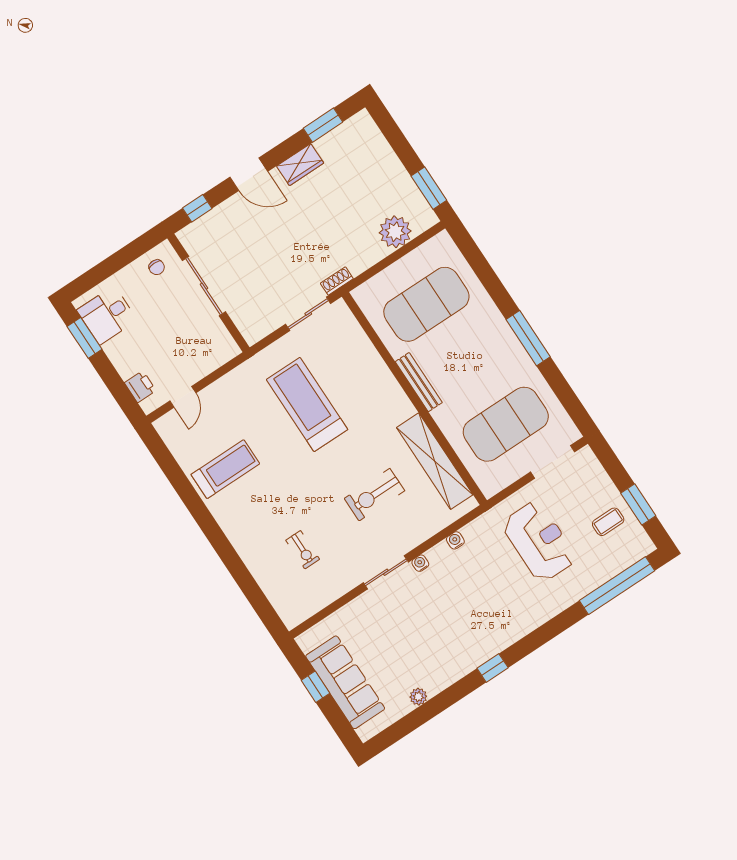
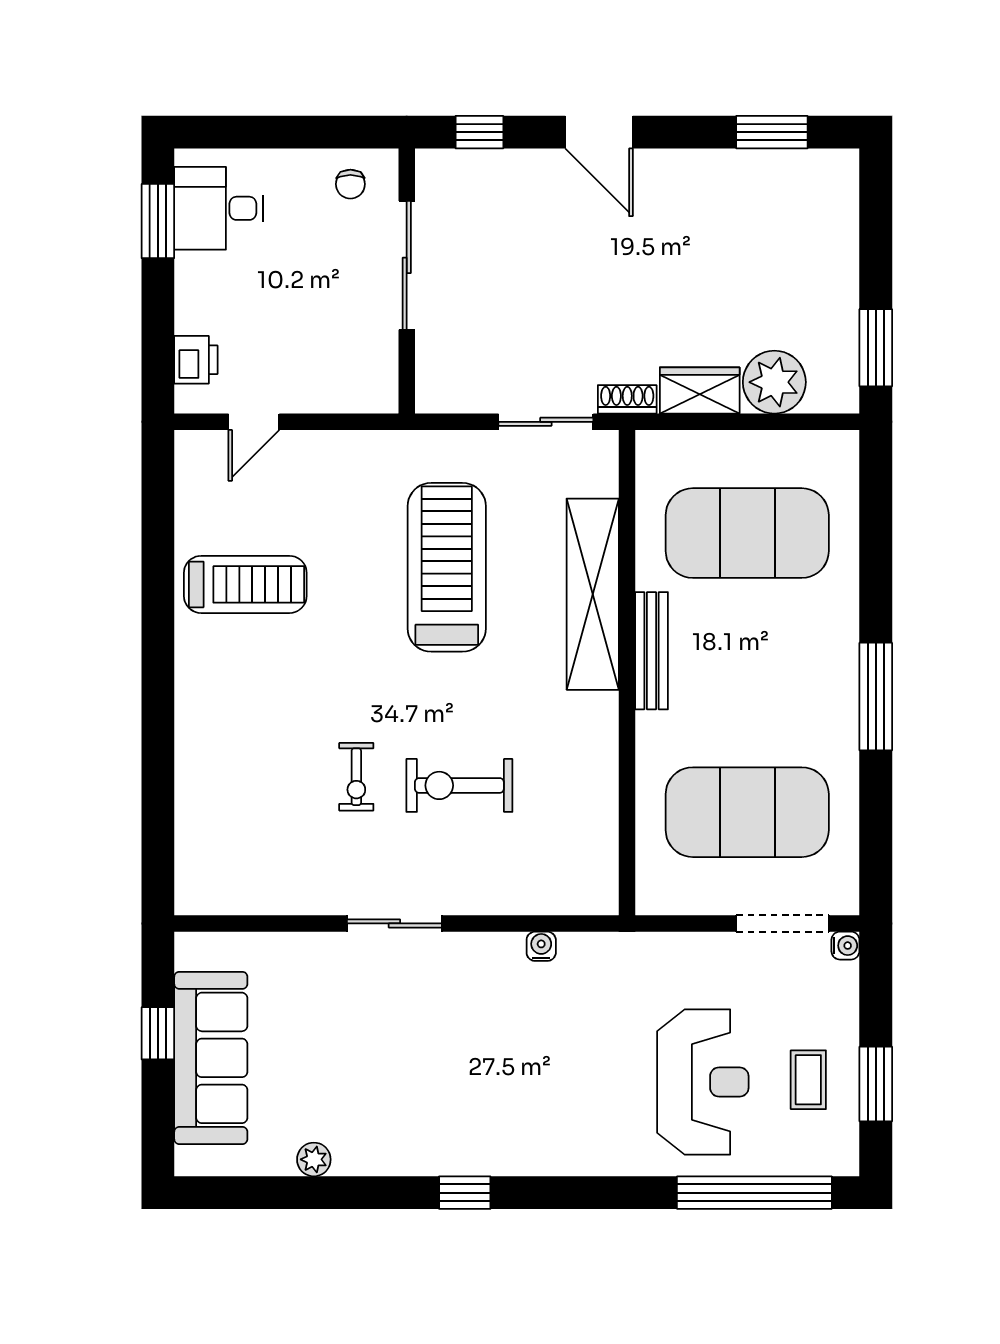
wardrobe: (300, 165) -> (700, 390), moved, turned 180
shelving: (435, 461) -> (593, 594), moved
coffee table: (608, 522) -> (808, 1080), turned 90
reception desk: (539, 541) -> (703, 1082), moved
exercise bike: (303, 550) -> (356, 777), moved
water cooler: (420, 563) -> (845, 946), moved, turned 90

